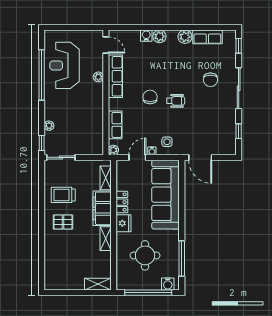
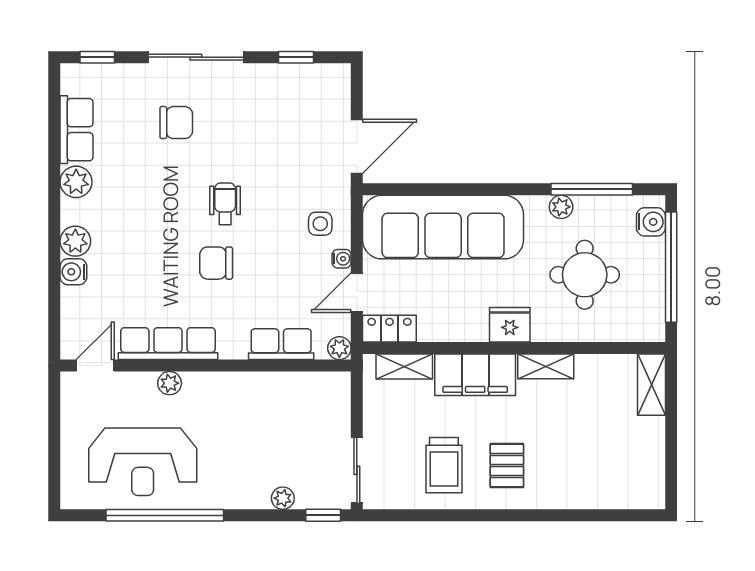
door: (137, 157) -> (357, 293), hinge flipped
locker: (122, 202) -> (389, 329), moved
plant: (174, 245) -> (561, 207), added

